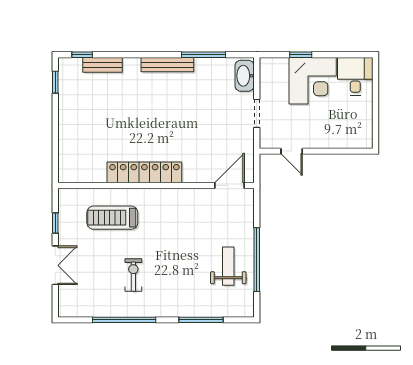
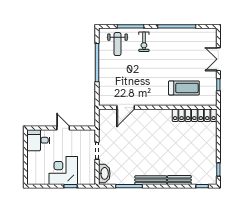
bench: (102, 65) -> (179, 180), moved
desk: (355, 76) -> (38, 140), moved, turned 90
door: (292, 151) -> (63, 128), moved
locker: (144, 172) -> (194, 115), moved
door: (230, 186) -> (126, 107), moved
weight bench: (228, 266) -> (117, 44), moved
exercise bike: (133, 275) -> (144, 42), moved

